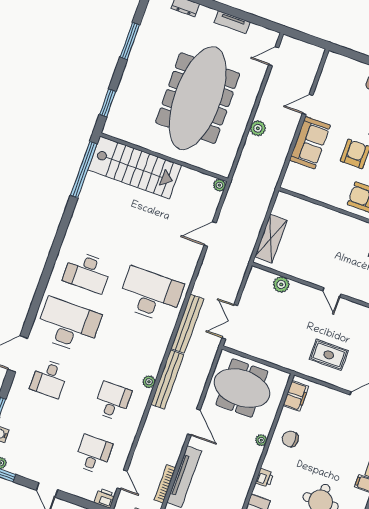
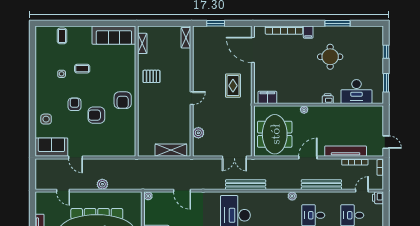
door: (274, 56) -> (63, 191), moved
sofa: (310, 143) -> (51, 147), moved
bench: (167, 379) -> (321, 185), moved
chair: (290, 439) -> (296, 91), removed

